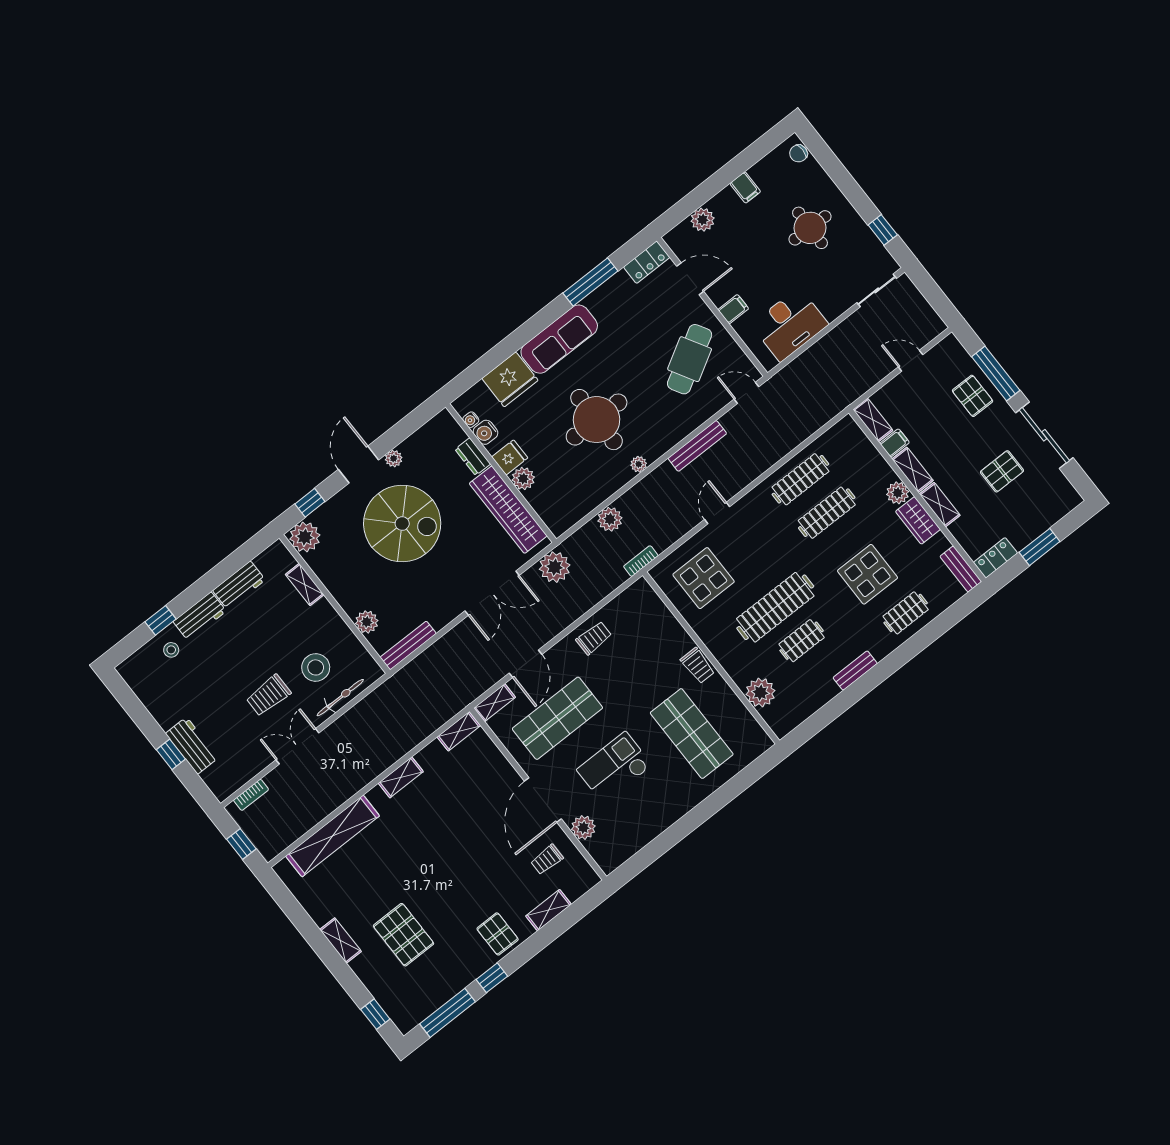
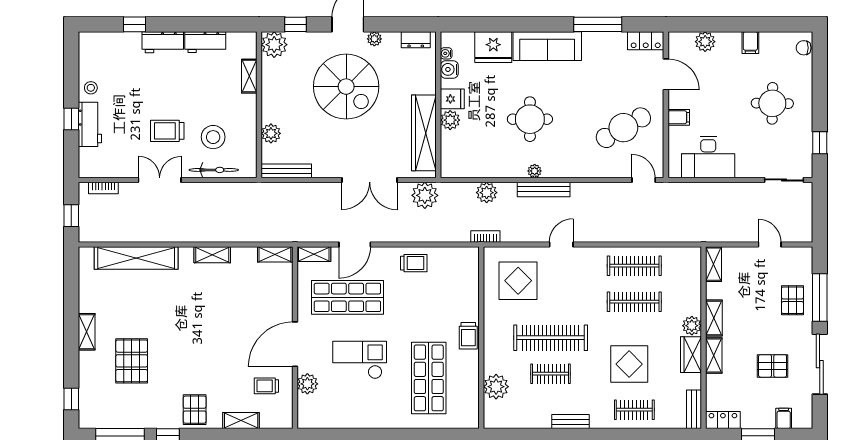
round table: (597, 420) -> (530, 119), width x0.73, depth x0.73
filing cabinet: (895, 443) -> (784, 418), moved, turned -90
bench: (697, 446) -> (544, 189), moved
dresser: (473, 457) -> (416, 40), moved, turned -90
stool: (171, 650) -> (91, 88), moved

